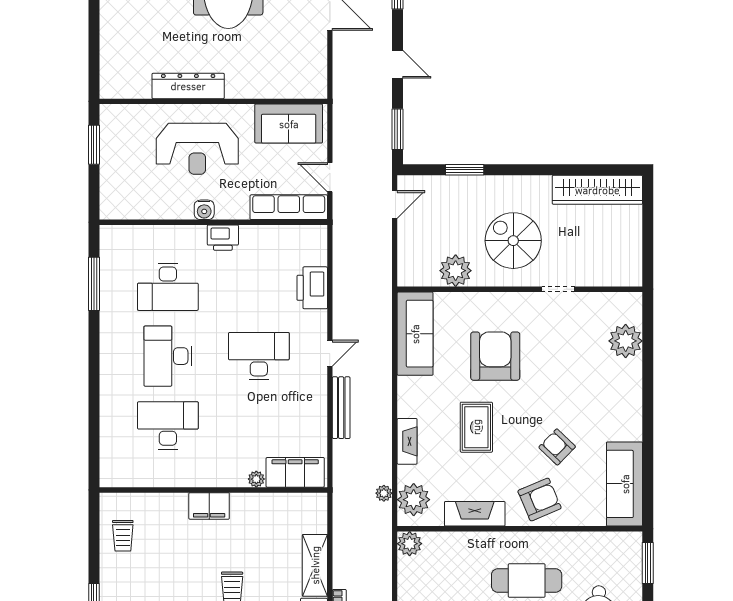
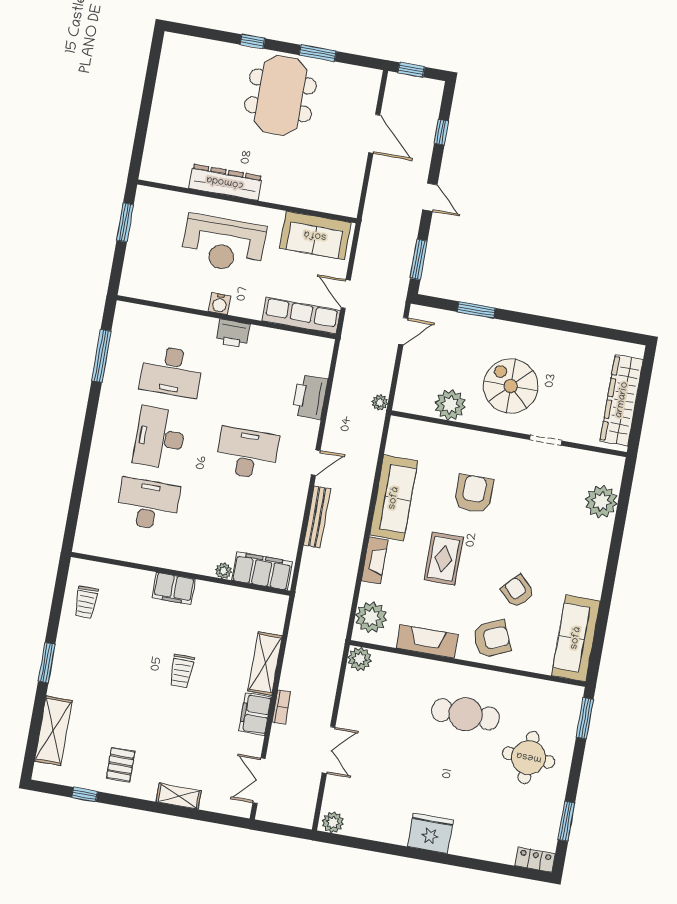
wardrobe: (597, 190) -> (622, 400), moved, turned 90
sofa: (415, 334) -> (394, 498), moved
armchair: (495, 356) -> (474, 494), width x0.73, depth x0.73
plant: (384, 493) -> (380, 403), moved

